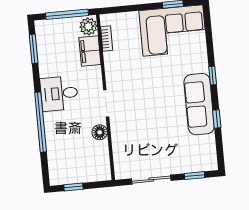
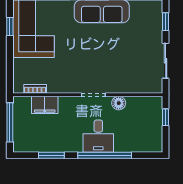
plant: (88, 26) -> (23, 104), removed
window: (34, 49) -> (51, 155), moved
desk: (59, 93) -> (98, 136), moved
window: (73, 187) -> (166, 117), moved

